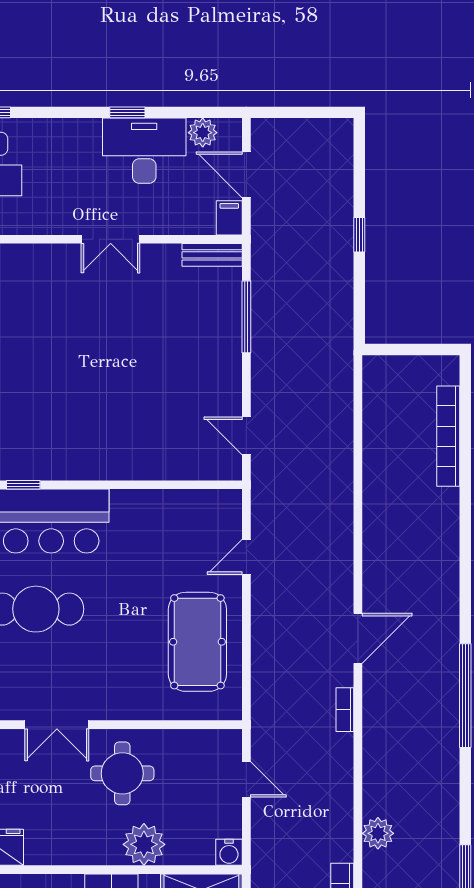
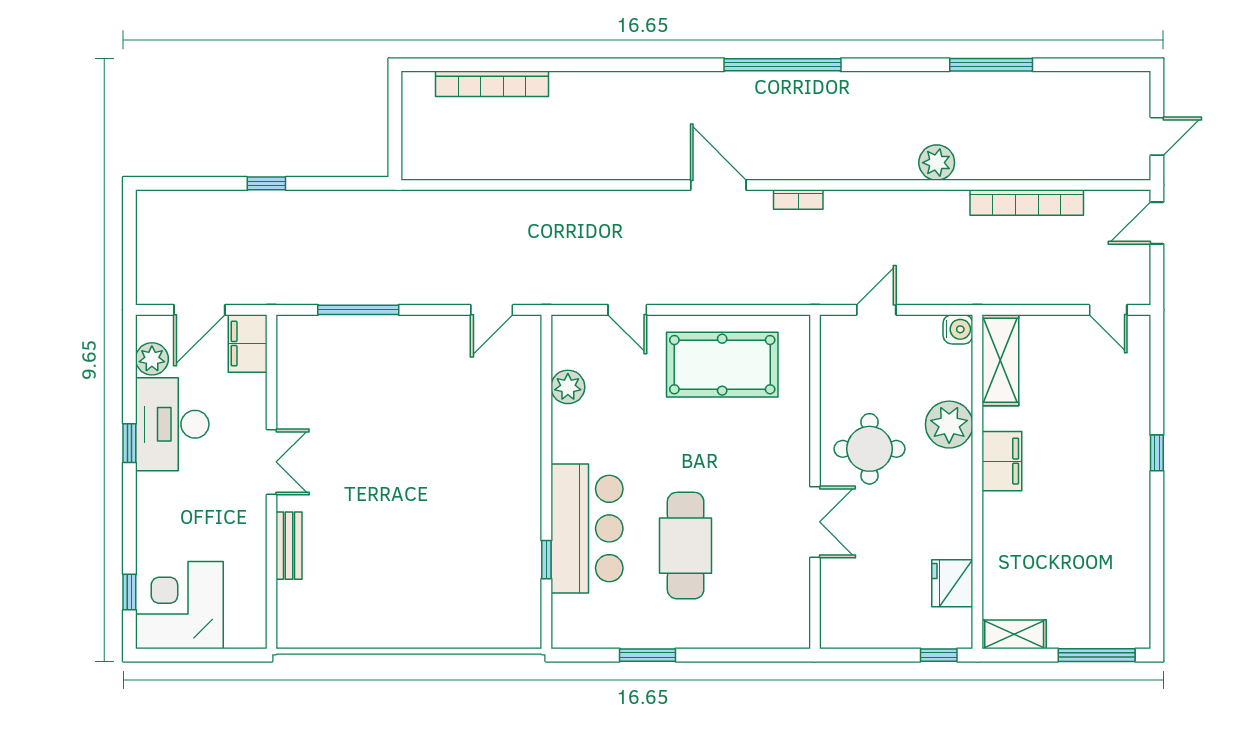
filing cabinet: (229, 218) -> (248, 344), width x2.00
bench: (212, 255) -> (289, 546), moved
plant: (178, 504) -> (568, 387), added

